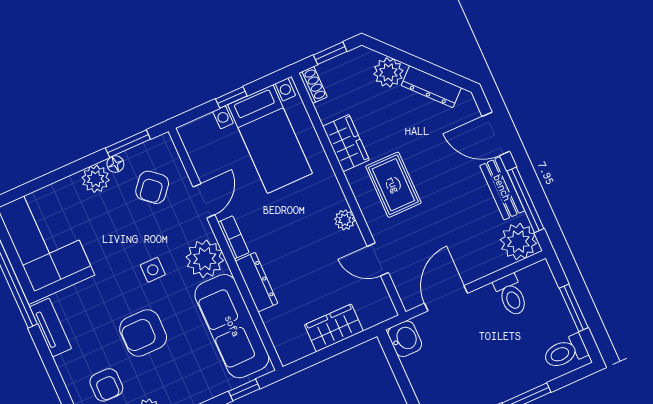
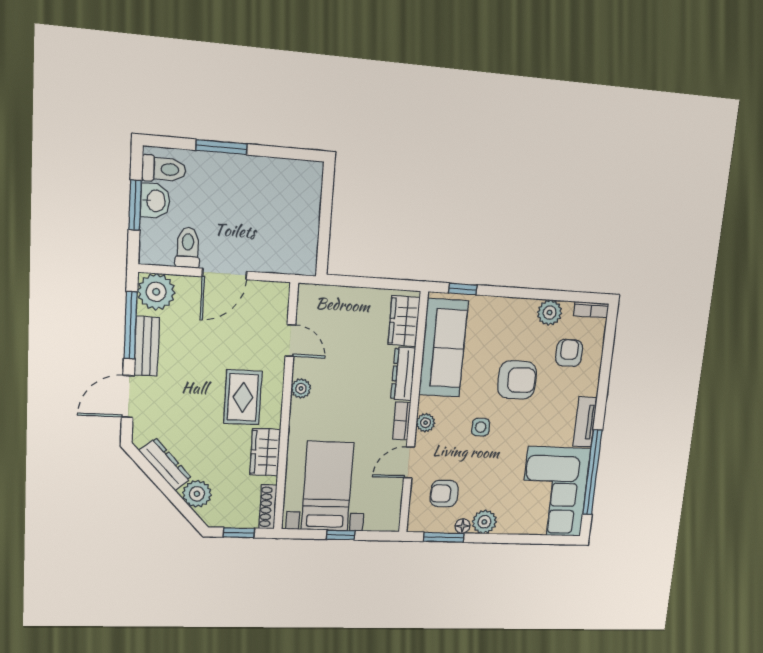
shoe rack: (313, 85) -> (268, 507), width x1.43
door: (496, 134) -> (128, 396), swing flipped
armchair: (152, 187) -> (444, 494), turned -130
plant: (205, 259) -> (426, 423), width x0.53, depth x0.53
door: (446, 298) -> (225, 274), moved
wardrobe: (334, 328) -> (404, 321), moved, turned 90
washbasin: (405, 339) -> (155, 201), moved, turned 180

